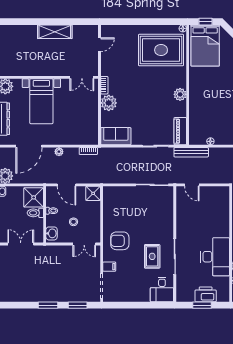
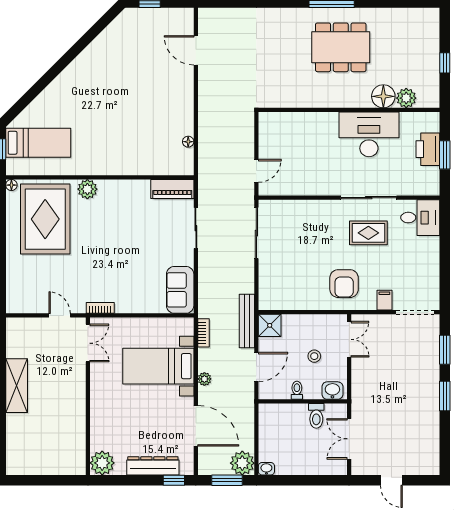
door: (99, 45) -> (60, 315), moved
bed: (205, 45) -> (38, 143), width x0.67
plant: (180, 94) -> (87, 189), moved
bed with nightstands: (41, 101) -> (158, 366), moved, turned 180
plant: (109, 103) -> (128, 301), removed
bench: (191, 152) -> (247, 321), moved
shower: (34, 197) -> (276, 419), removed
toilet: (35, 213) -> (316, 416), moved

